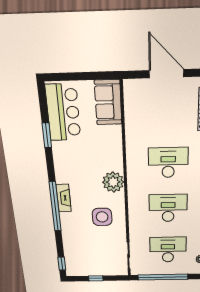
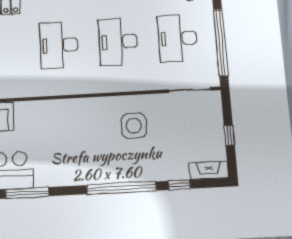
window: (47, 135) -> (27, 193), width x1.44
plant: (113, 182) -> (85, 111), removed
fireplace: (64, 198) -> (209, 170), moved
window: (62, 264) -> (180, 185), moved

